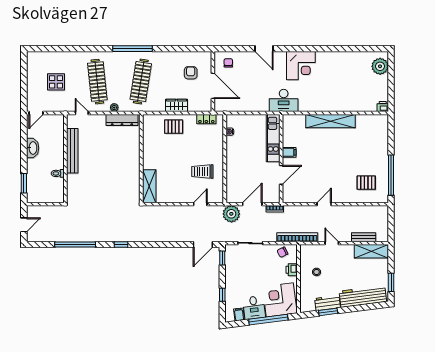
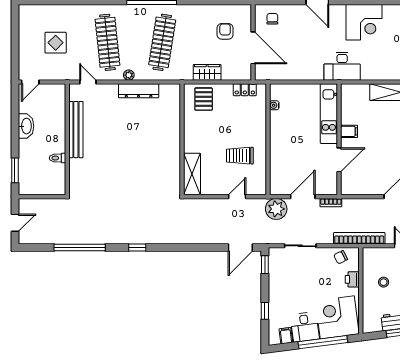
pallet: (174, 127) -> (204, 99), turned 90
wall: (141, 159) -> (182, 139), moved
shelving: (149, 186) -> (192, 174), moved

